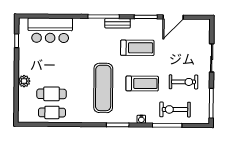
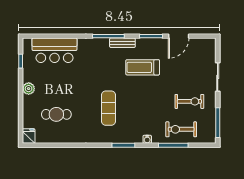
treadmill: (137, 48) -> (143, 67), turned 180
plant: (24, 81) -> (29, 89), moved
treadmill: (142, 83) -> (148, 103), removed
exercise mat: (103, 88) -> (108, 108), width x0.73, depth x0.69
cafe table: (52, 112) -> (57, 133), removed
fridge: (24, 115) -> (29, 136), added

